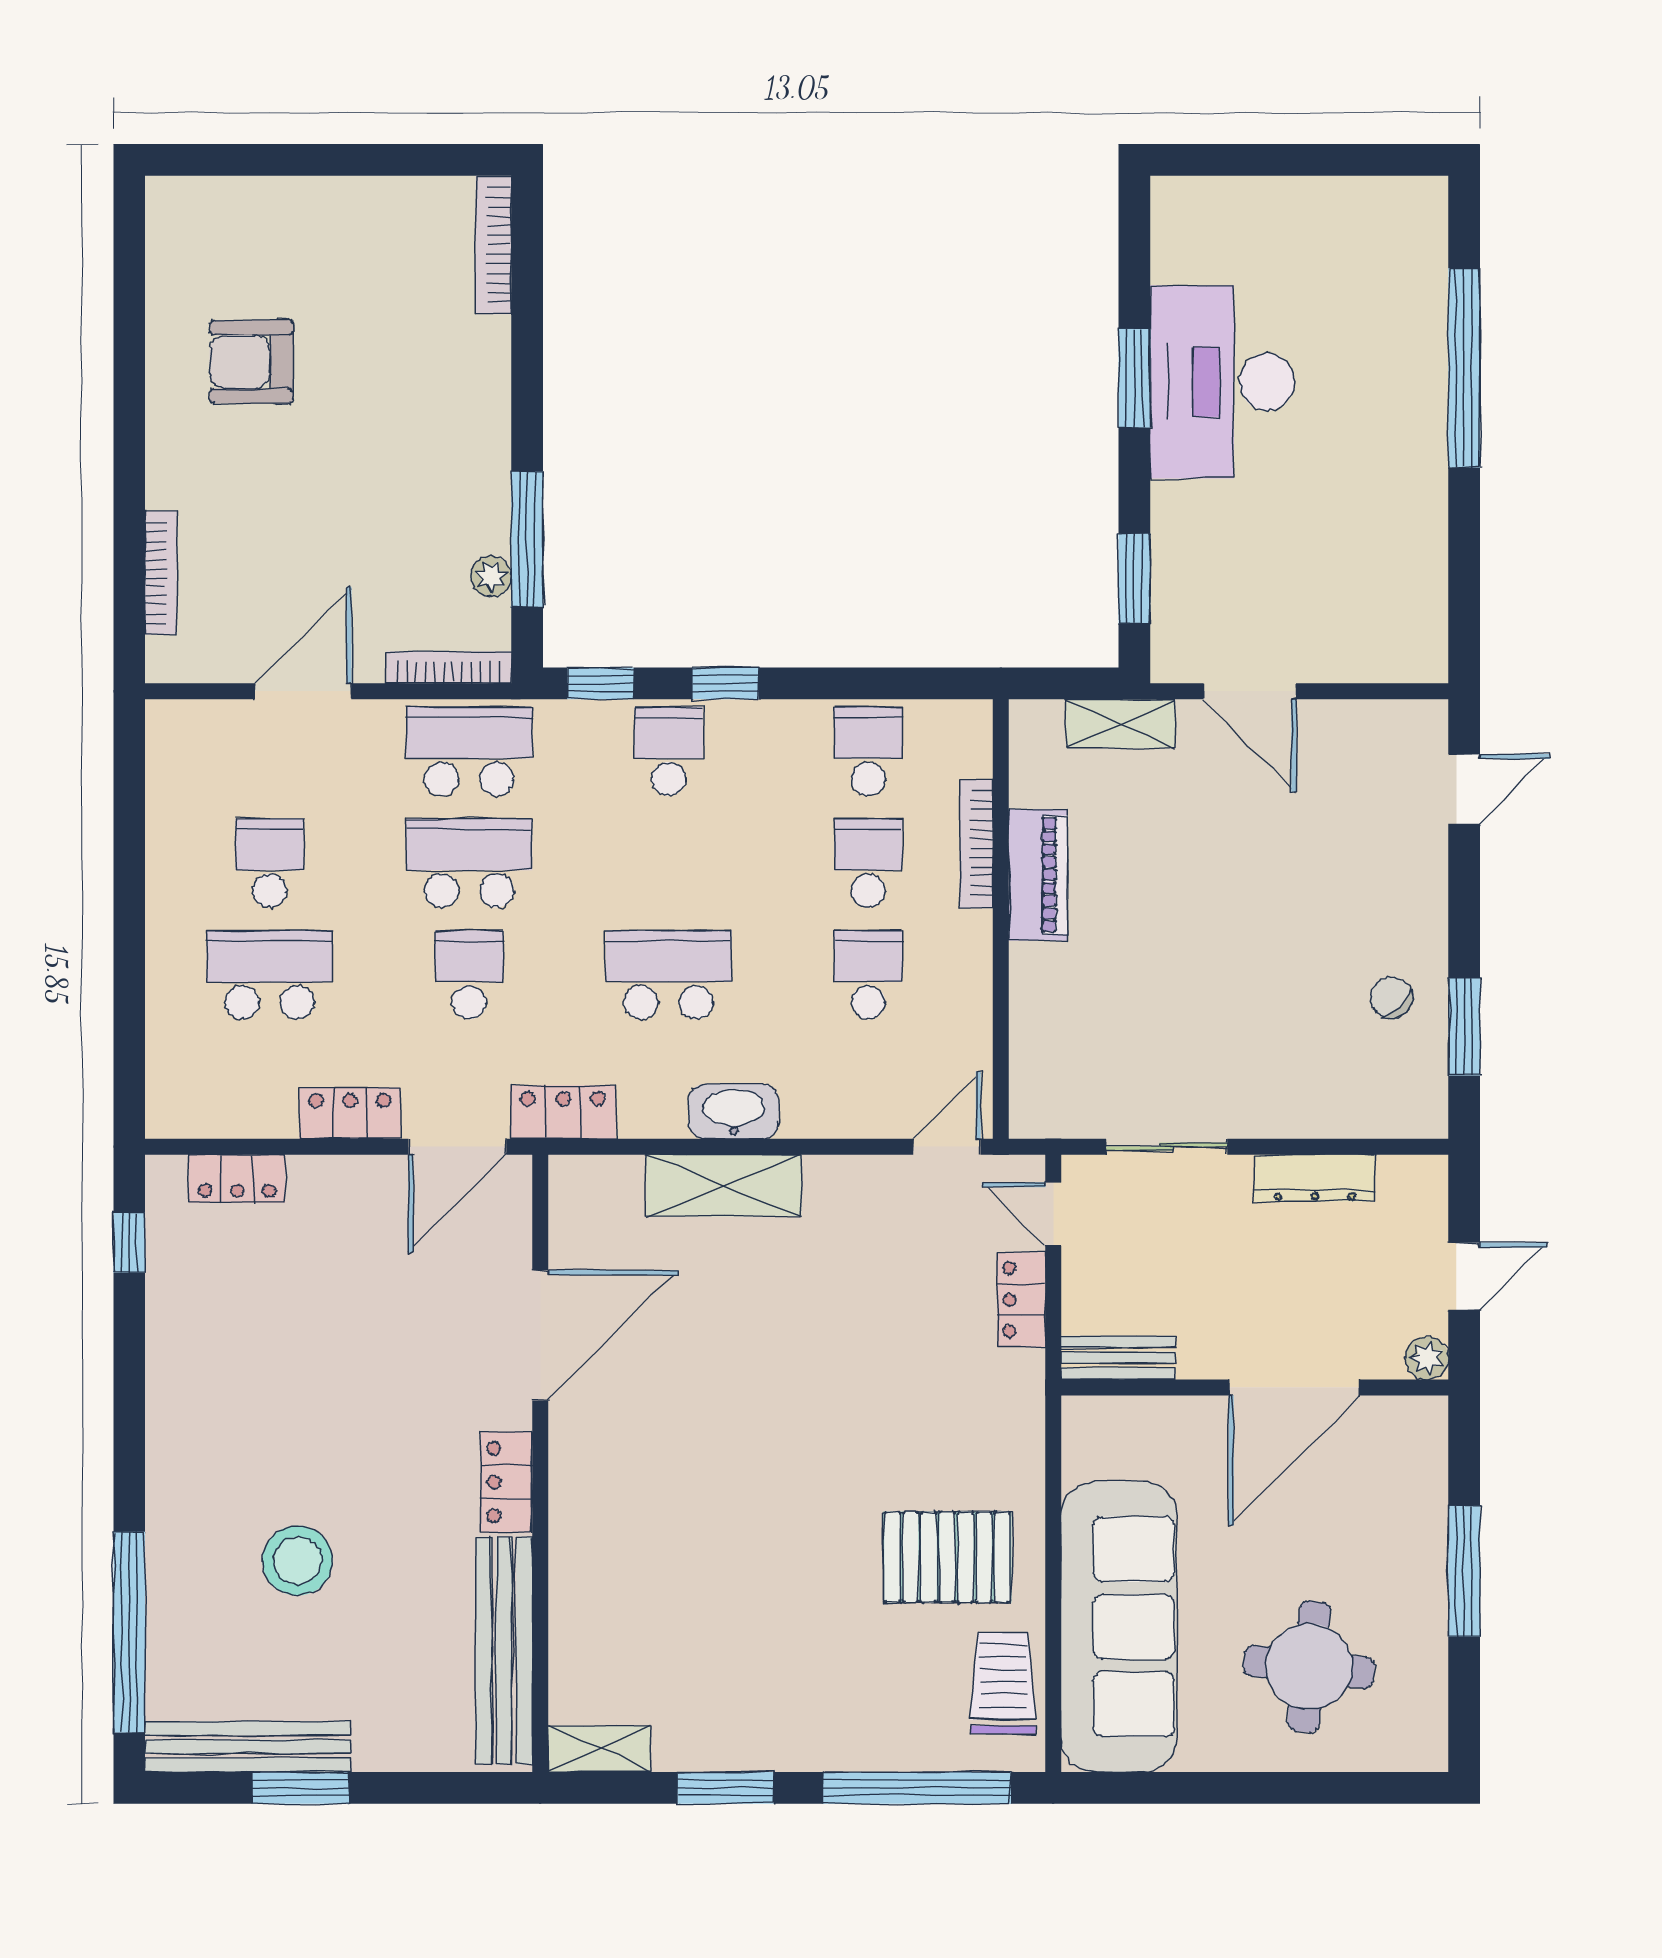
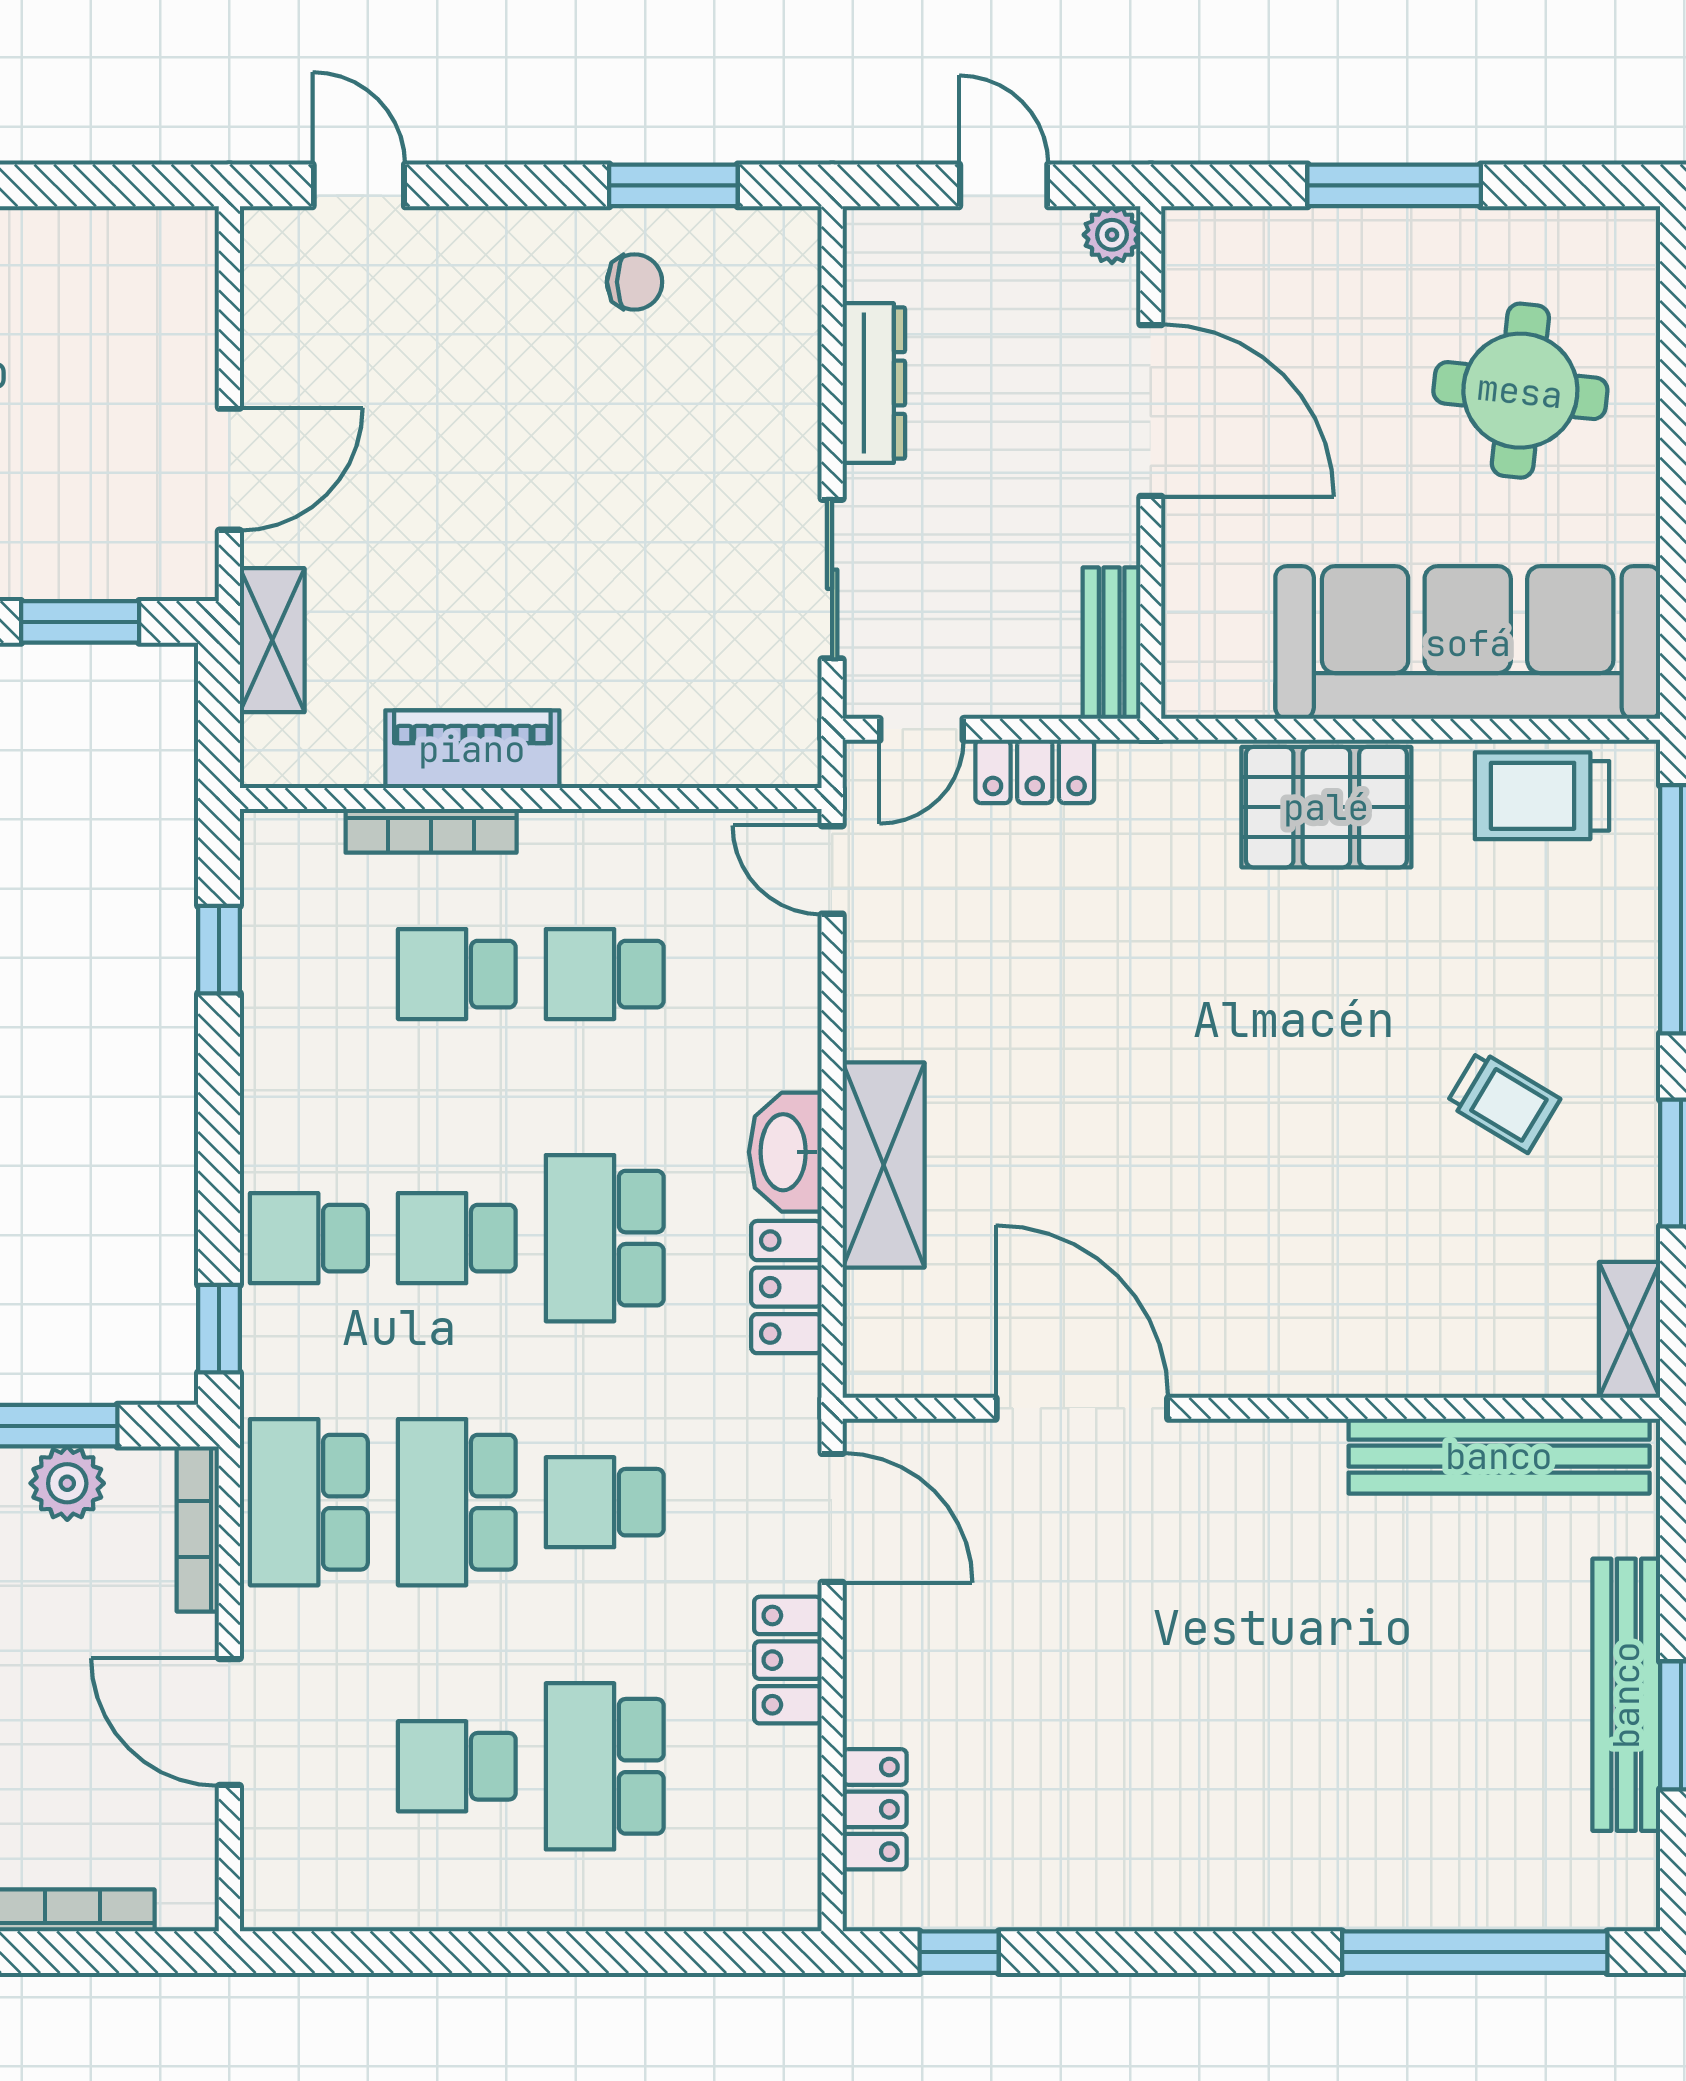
plant: (491, 576) -> (67, 1483), width x1.38, depth x1.38
window: (725, 683) -> (219, 950), moved
school desk: (868, 751) -> (457, 1238), moved
chair: (1391, 997) -> (635, 282), turned -135
locker: (563, 1112) -> (786, 1287), moved
locker: (507, 1482) -> (1276, 1452), removed
pallet: (947, 1557) -> (1326, 807), moved, turned 90
stool: (298, 1561) -> (1380, 1729), removed
trolley: (772, 1654) -> (1503, 1101), added
bench: (248, 1747) -> (1626, 1695), moved

